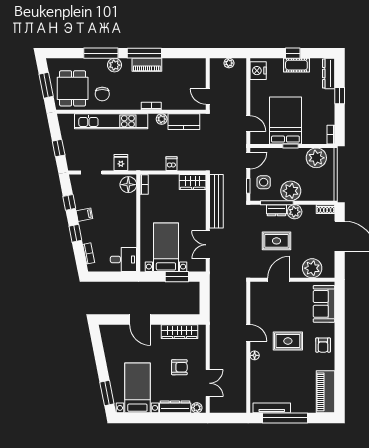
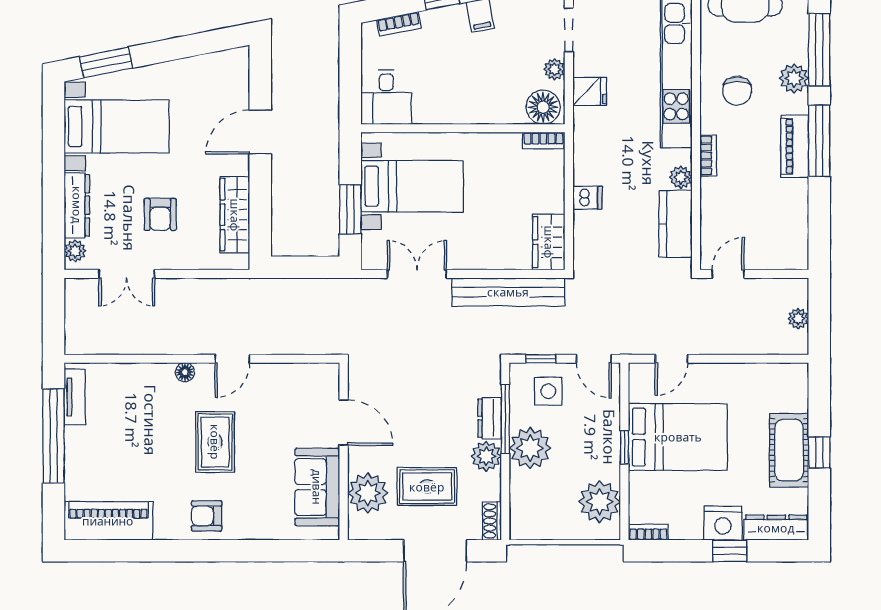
cot: (296, 65) -> (789, 450), width x1.37, depth x1.34
nightstand: (258, 71) -> (723, 523), moved, turned 180
chair: (102, 94) -> (737, 91), moved, turned -90
plant: (110, 179) -> (554, 69), added
rug: (277, 241) -> (427, 487), moved, turned 90
sofa: (324, 304) -> (317, 487), moved, turned -90
tv unit: (272, 408) -> (75, 397), width x0.71

